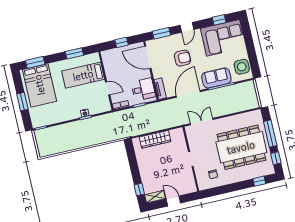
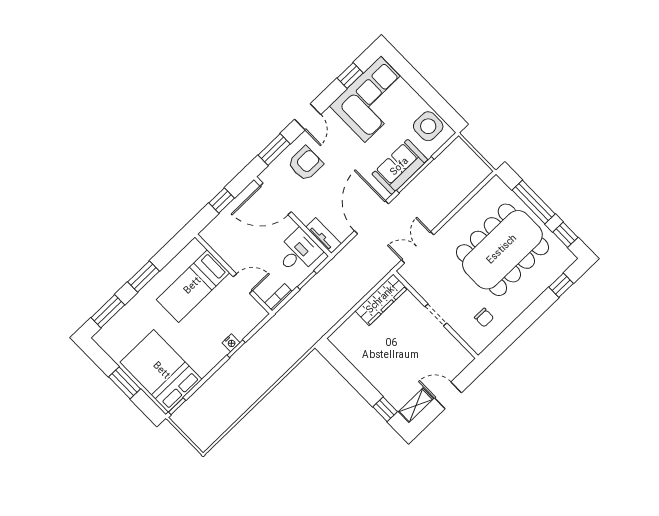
window: (74, 53) -> (143, 276), moved
armchair: (182, 58) -> (305, 164), moved
bed: (39, 85) -> (161, 371), moved, turned 180
wardrobe: (155, 139) -> (381, 300), moved

